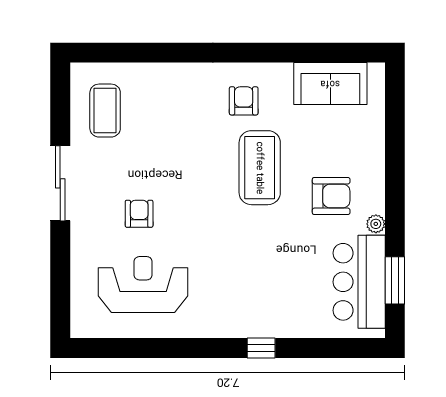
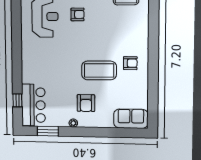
sofa: (330, 84) -> (131, 119), moved, turned 90
bar counter: (359, 282) -> (33, 105), moved, turned 90
window: (261, 348) -> (17, 100), moved

